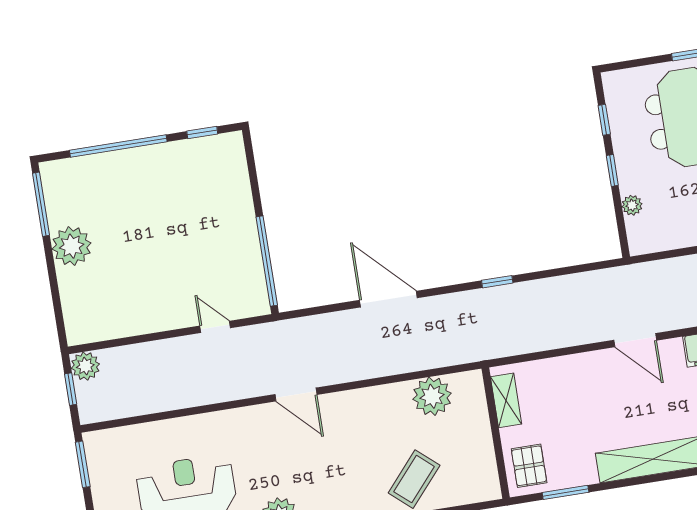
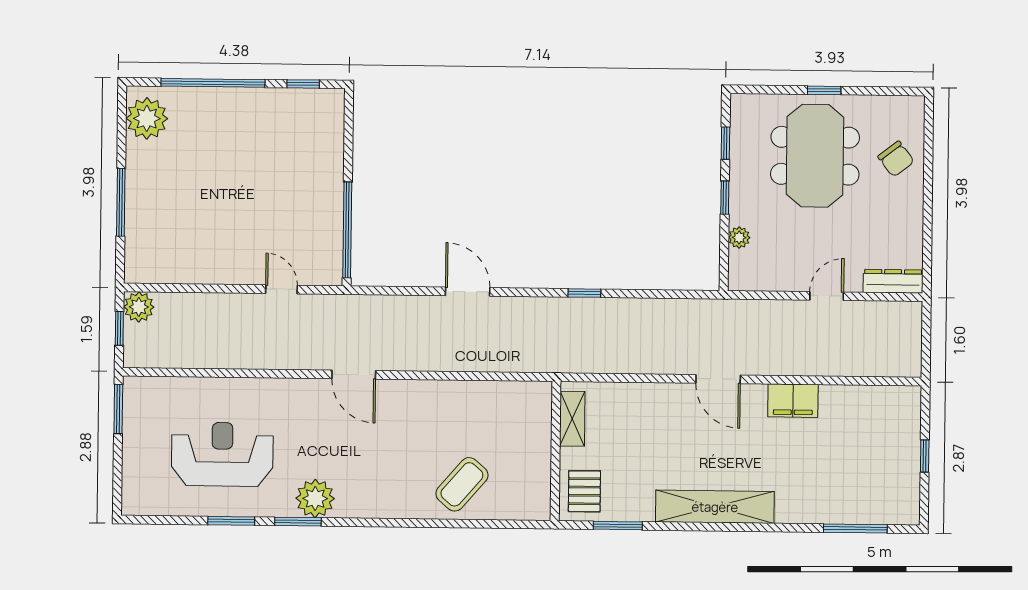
window: (41, 204) -> (121, 202), moved
plant: (72, 246) -> (147, 118), moved
door: (388, 299) -> (468, 292), width x0.73
plant: (432, 396) -> (496, 401), removed

